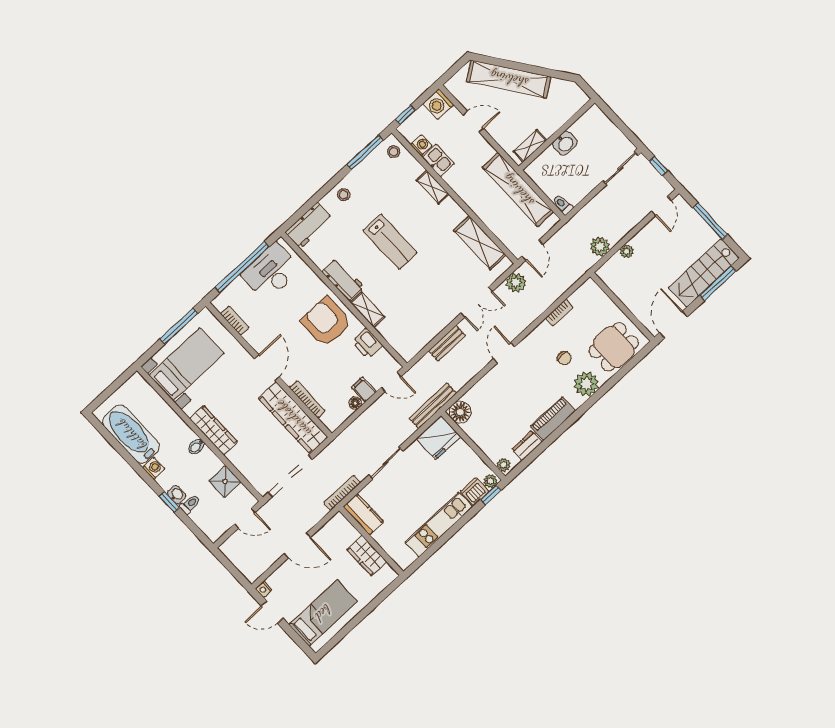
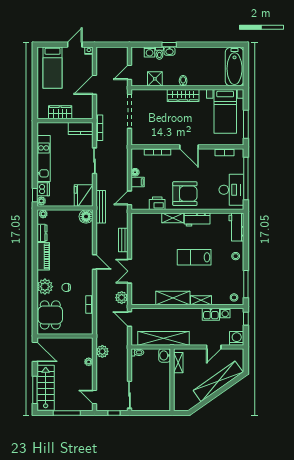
washbasin: (565, 143) -> (165, 355), moved
shelving: (480, 243) -> (173, 298), moved
wardrobe: (293, 418) -> (155, 137), removed
bathtub: (131, 434) -> (235, 67), moved, turned 90
washing machine: (154, 468) -> (150, 52), moved

